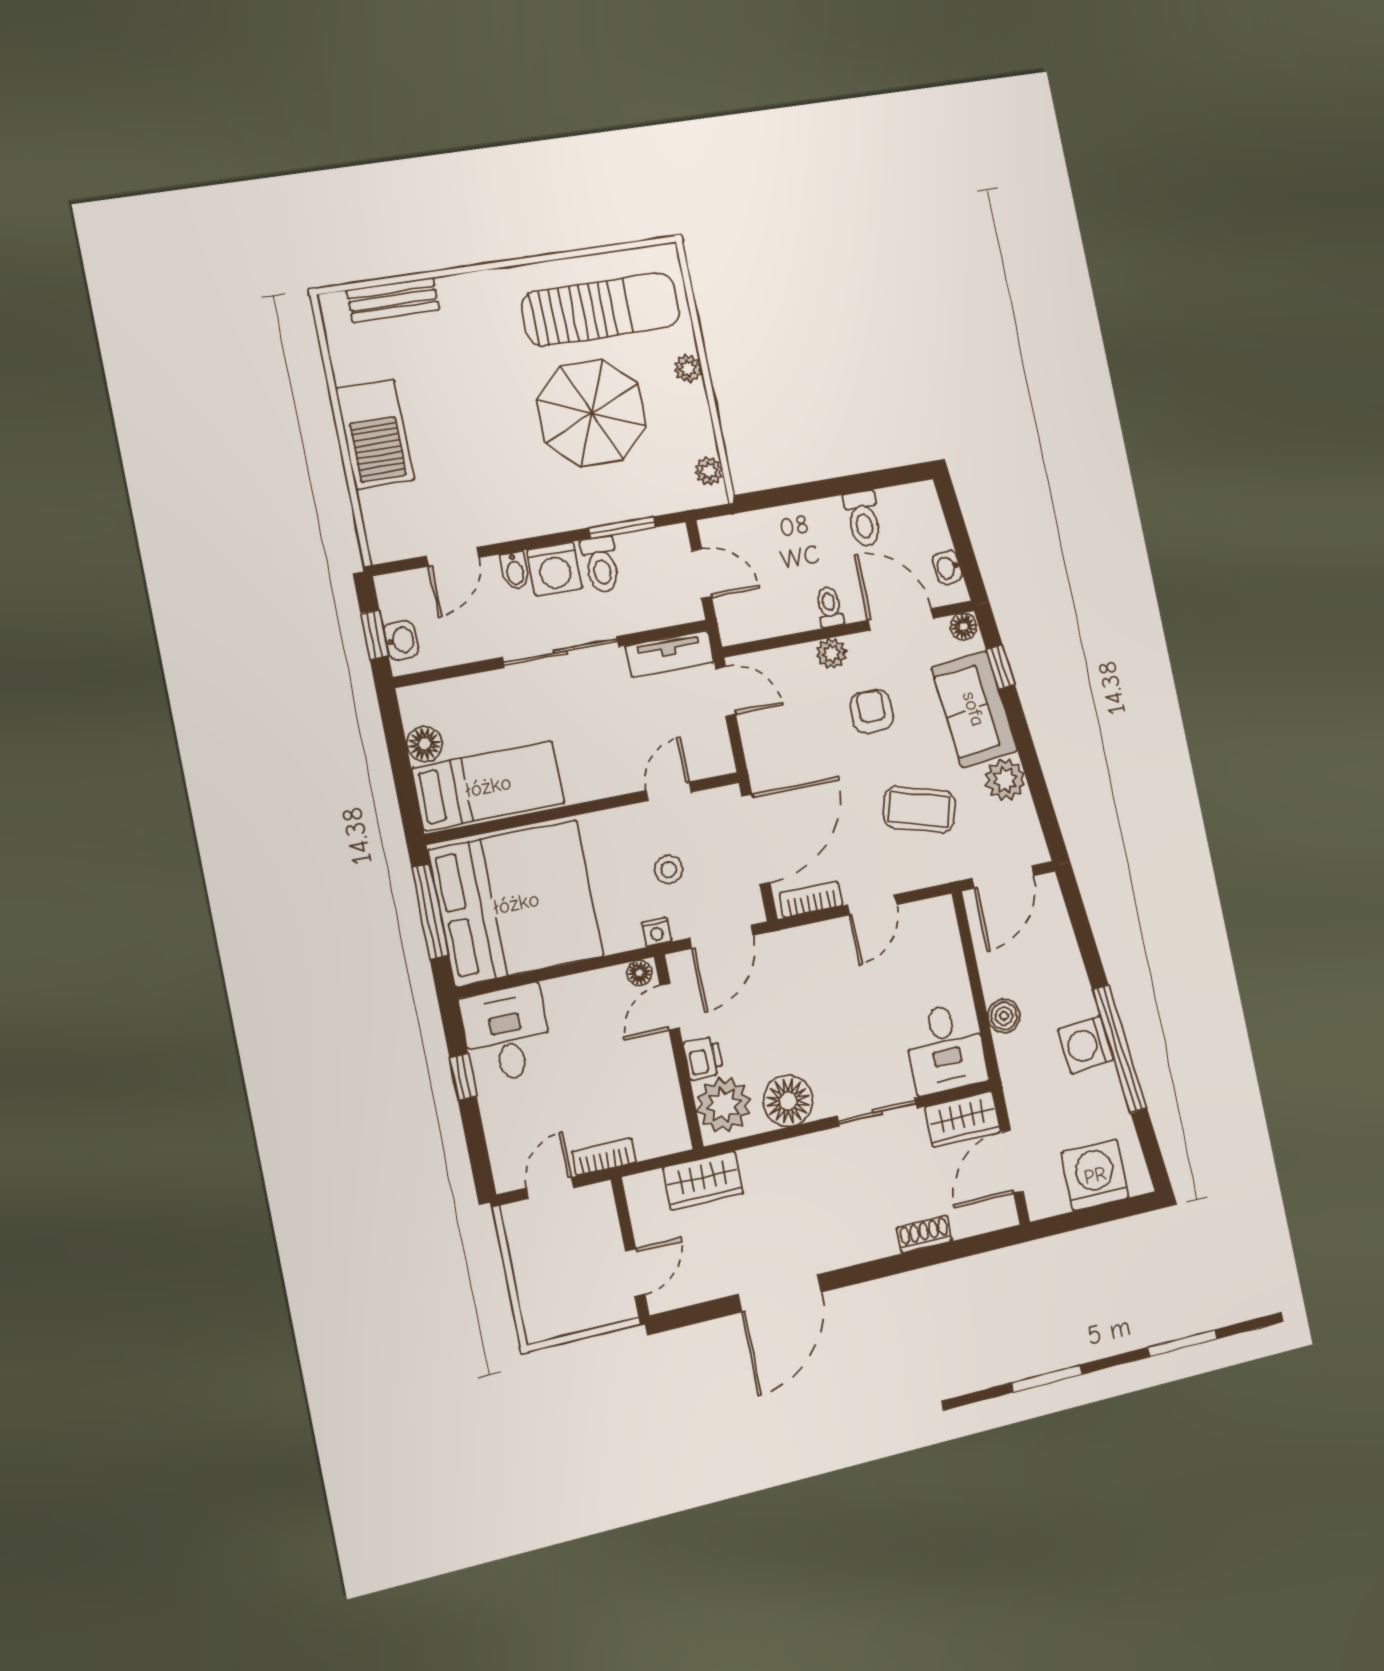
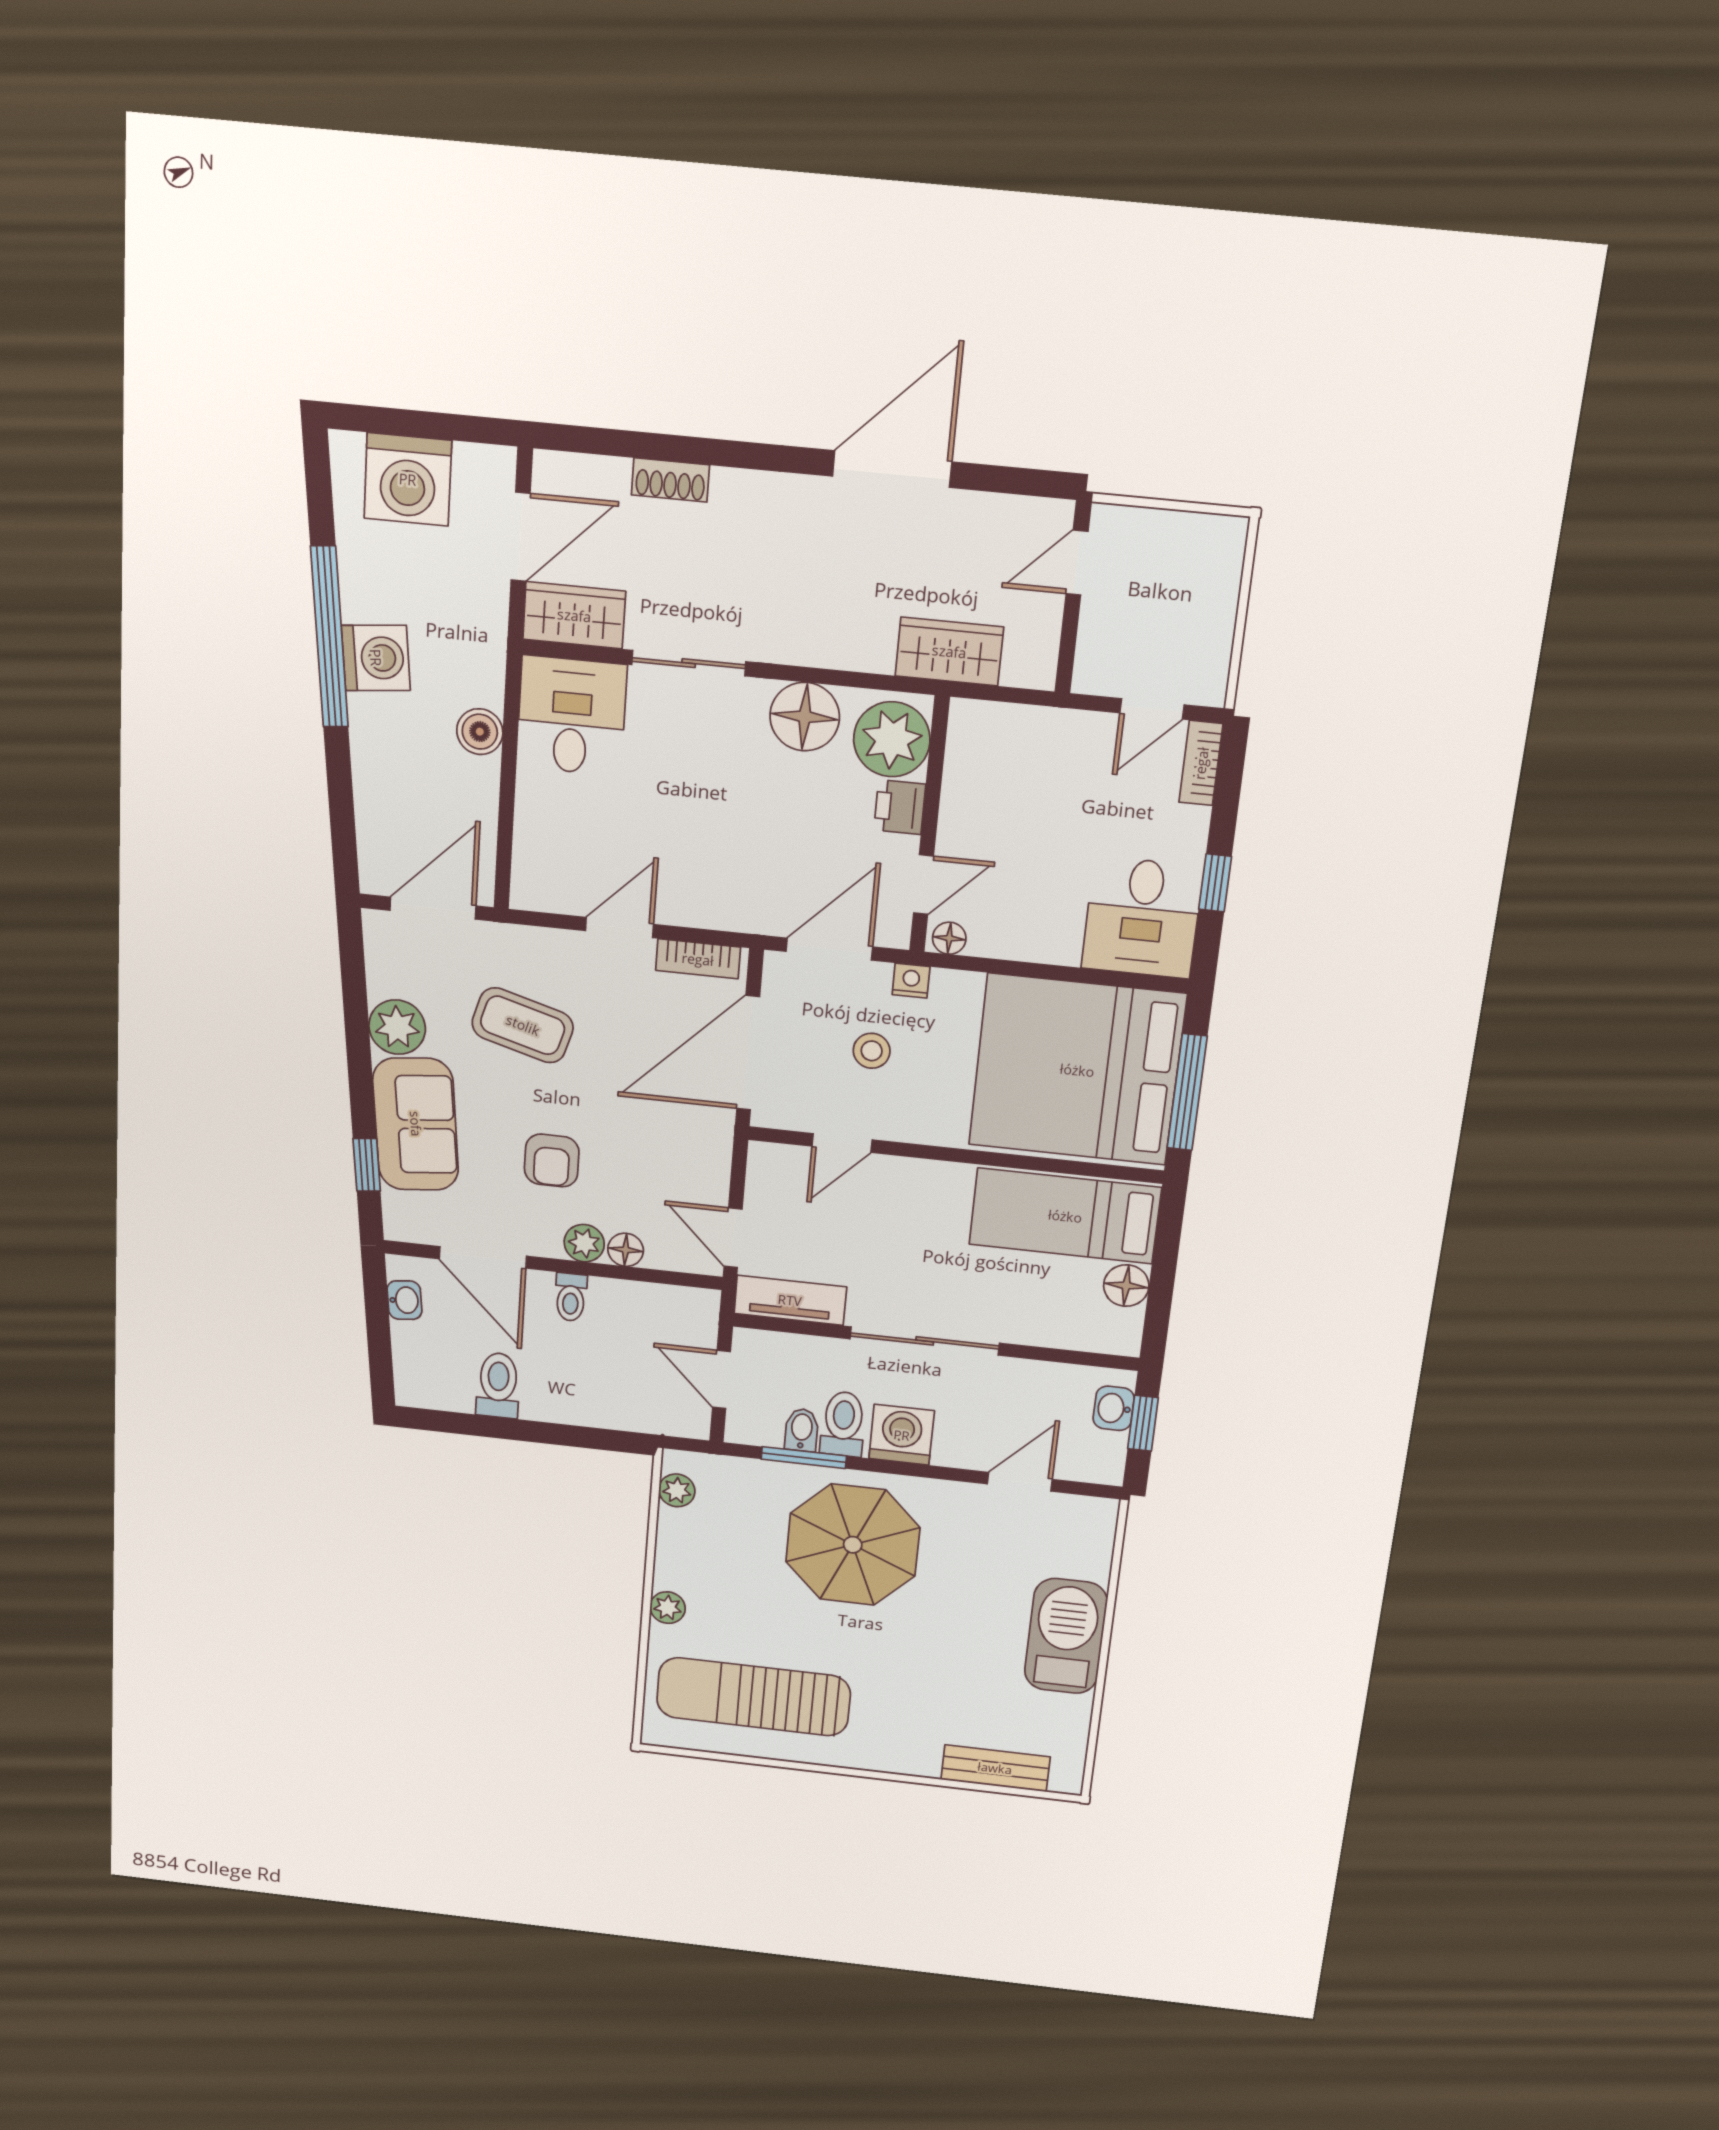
parasol: (592, 413) -> (853, 1545), moved
bidet: (515, 570) -> (802, 1430), moved
floor lamp: (964, 627) -> (626, 1250), moved
bookcase: (604, 1157) -> (1201, 763), moved, turned 90

